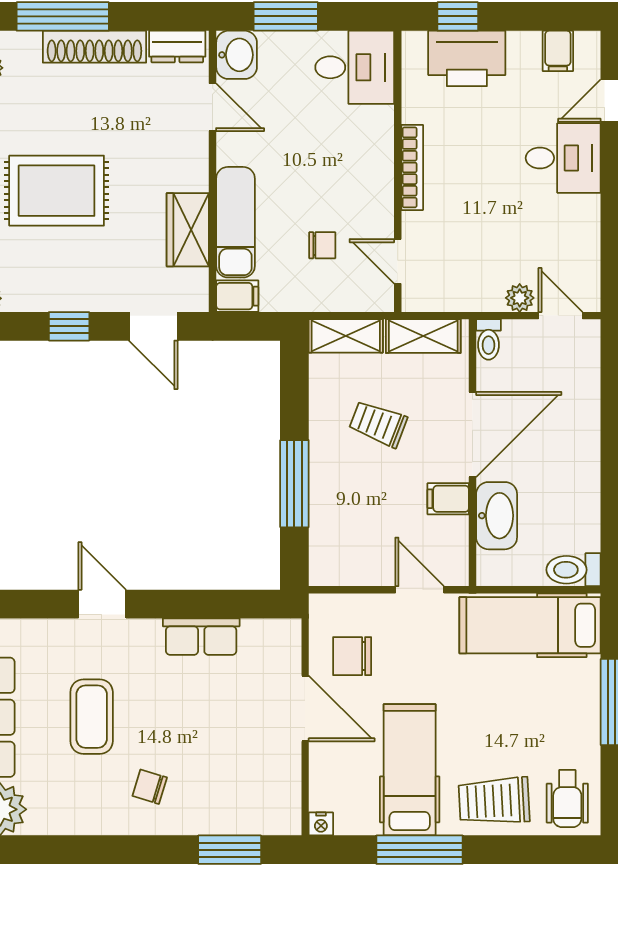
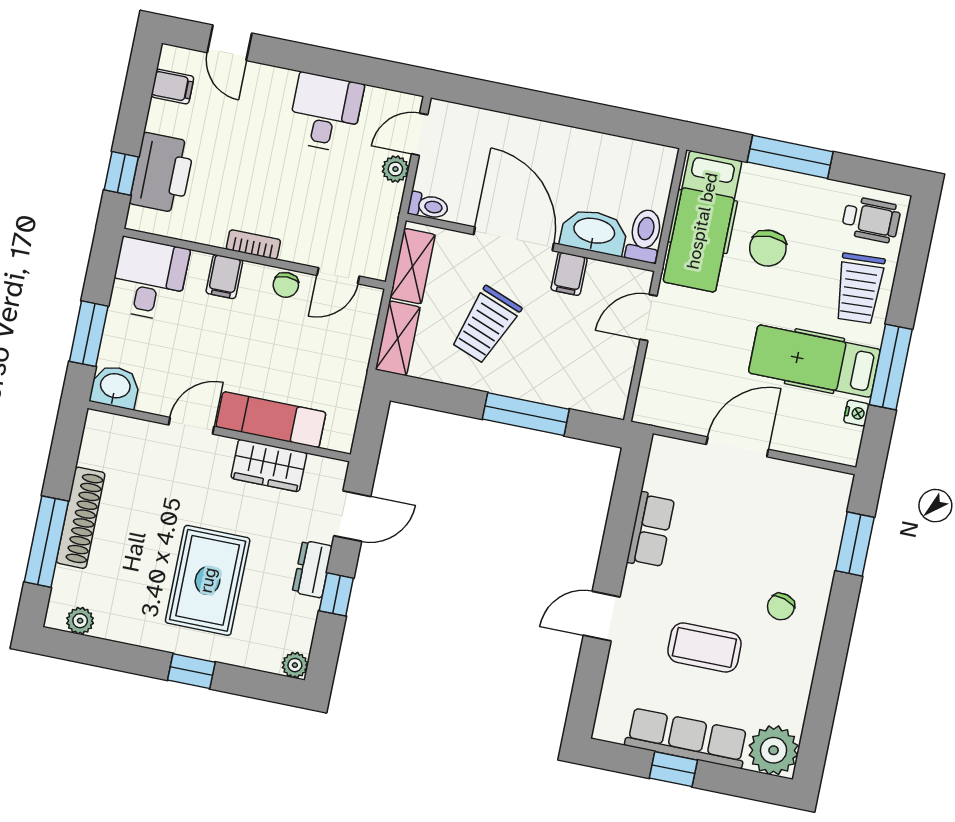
dresser: (177, 47) -> (312, 569), moved, turned 180
door: (213, 107) -> (191, 426), moved
desk: (563, 158) -> (325, 113), moved
bookcase: (412, 167) -> (253, 244), width x0.64
chair: (322, 245) -> (286, 285), moved, turned 180
filing cabinet: (237, 296) -> (224, 277), moved, turned 180
trolley: (378, 424) -> (486, 325), width x1.36, depth x1.39
toilet: (574, 570) -> (645, 236), moved, turned 180
chair: (352, 656) -> (768, 248), moved
nightstand: (321, 824) -> (856, 413), moved

